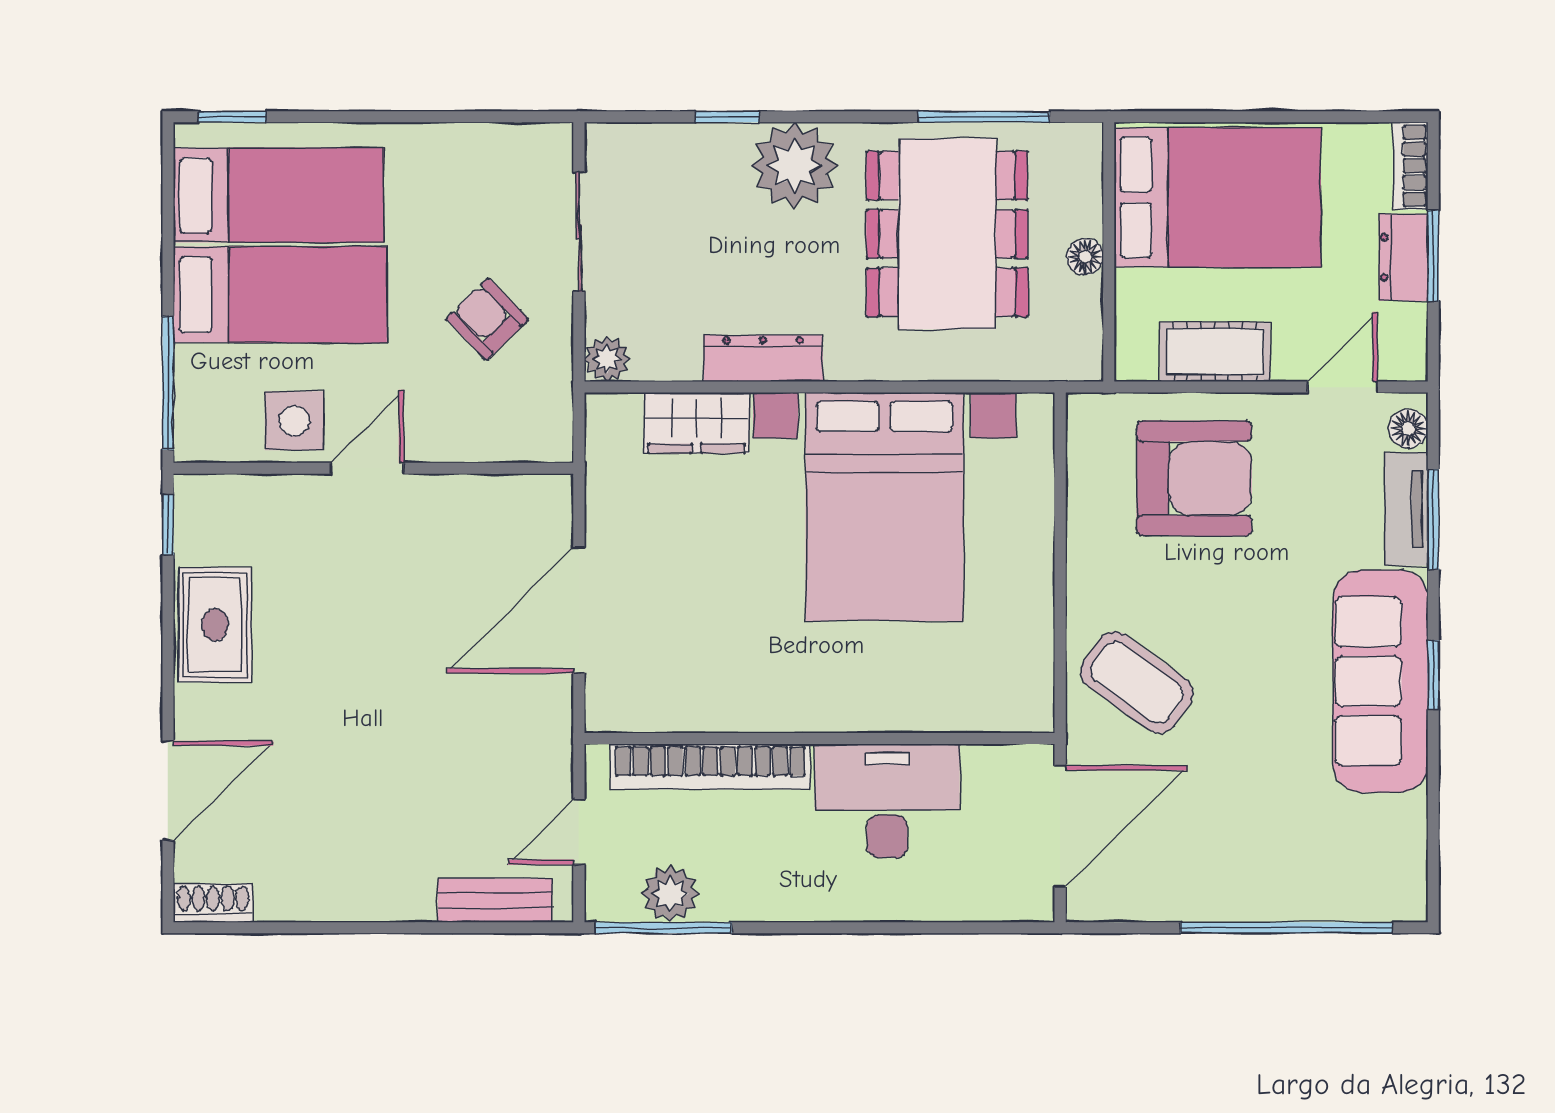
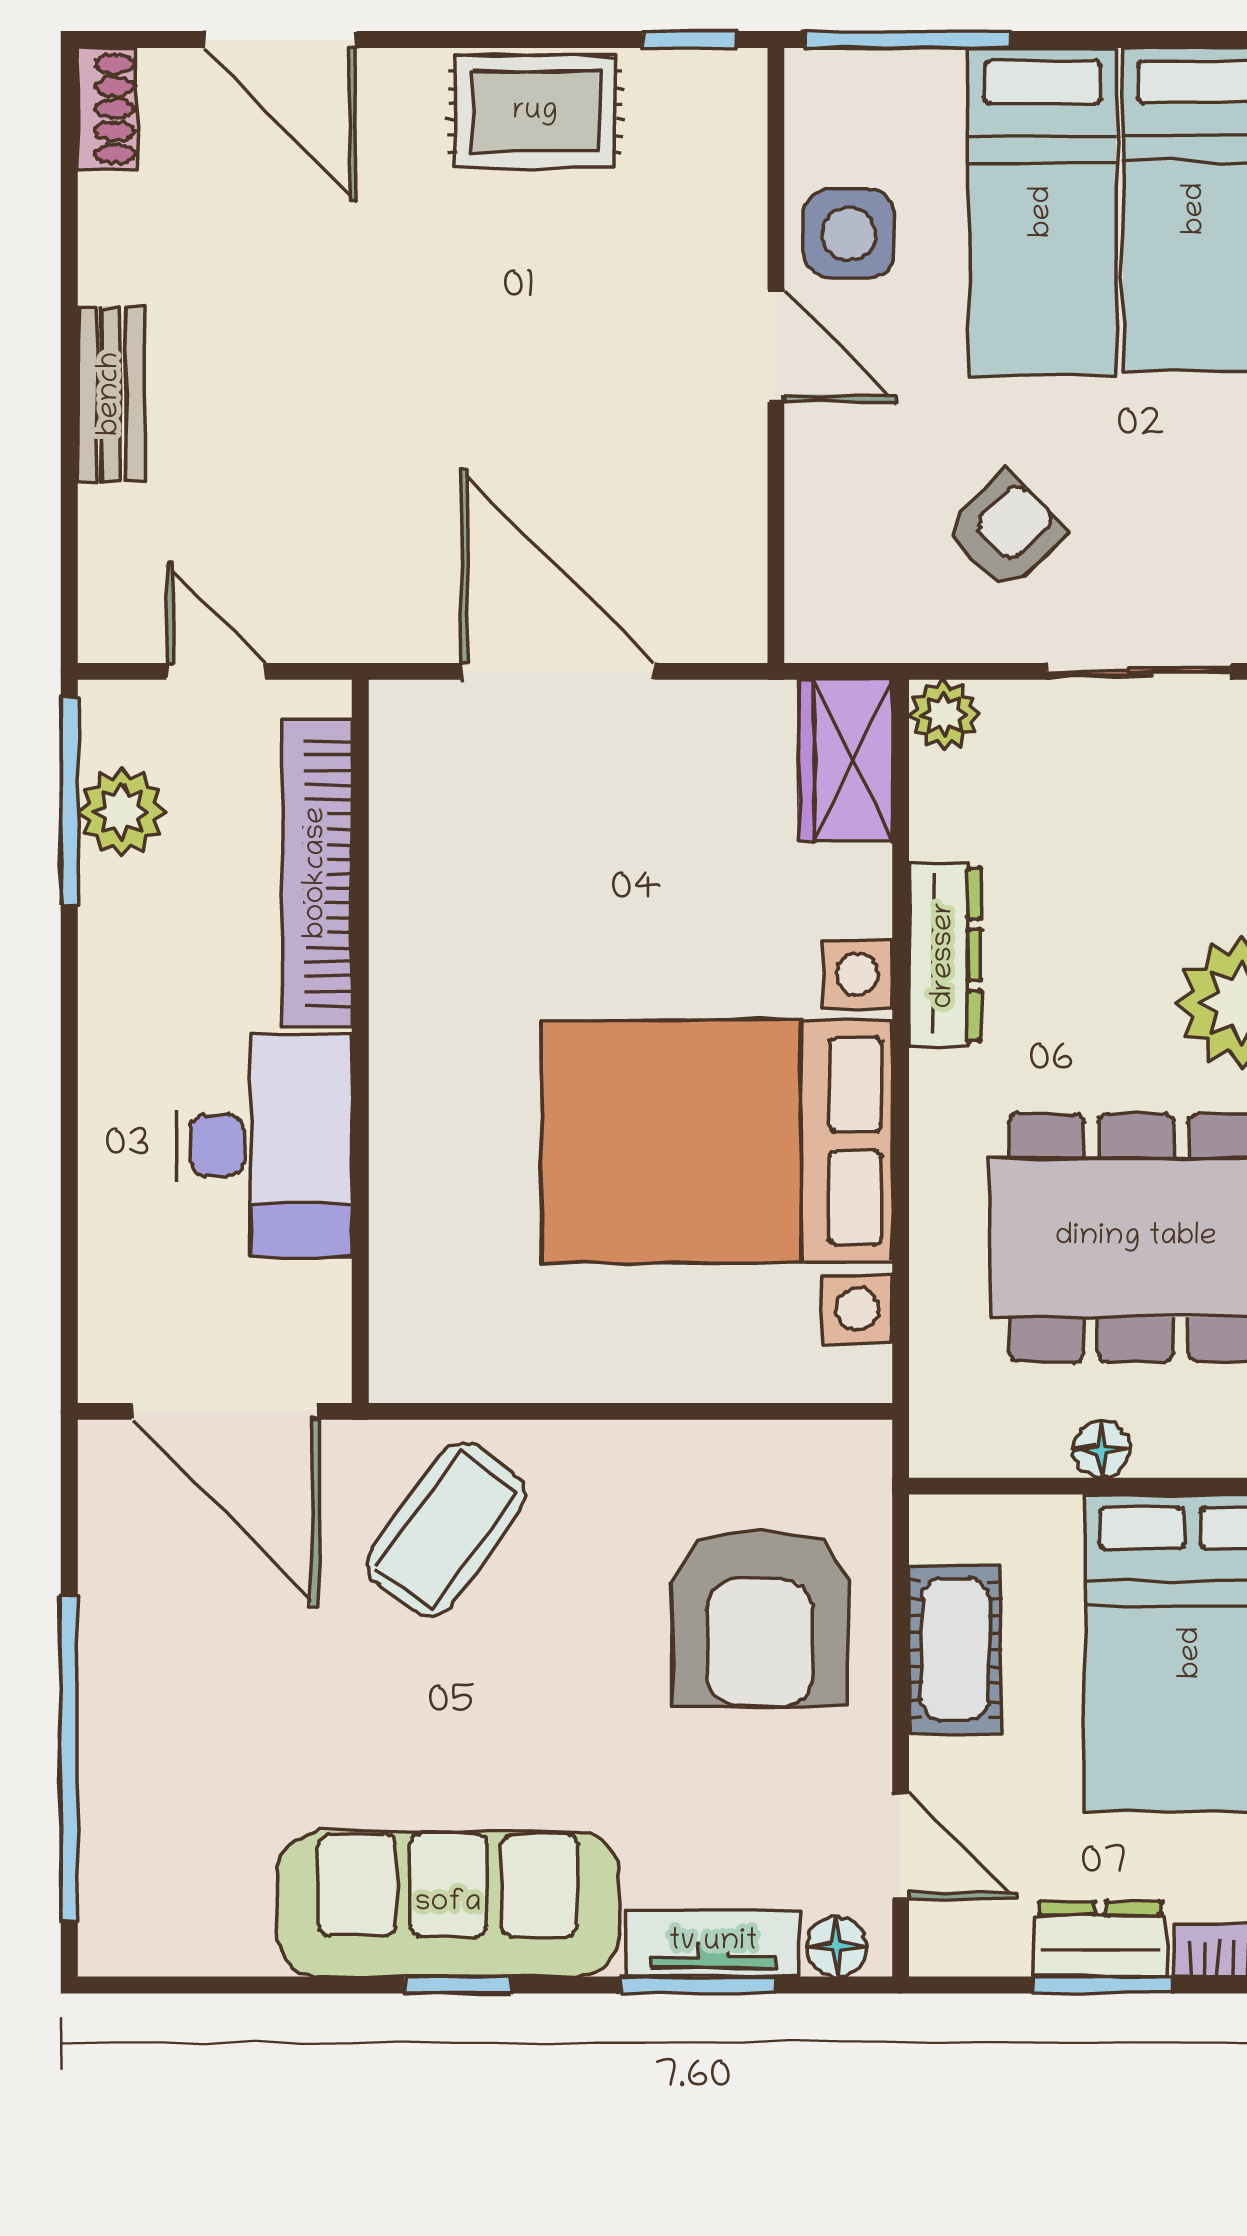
wardrobe: (696, 423) -> (845, 760), moved
bench: (495, 901) -> (111, 394), moved

